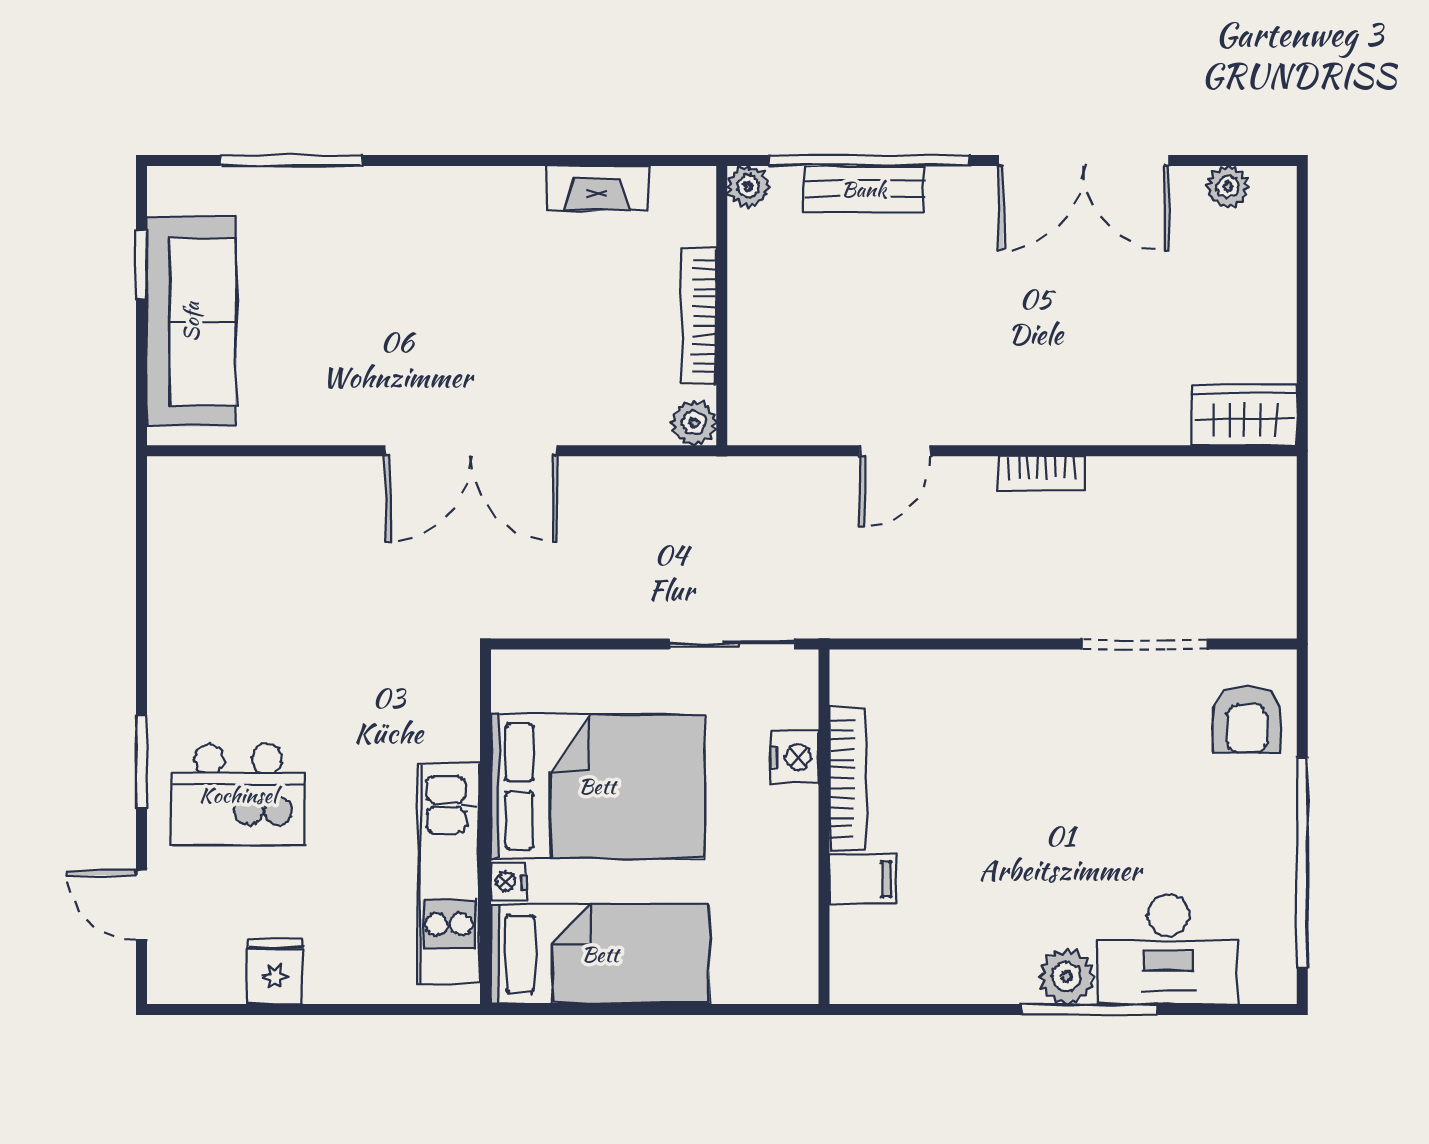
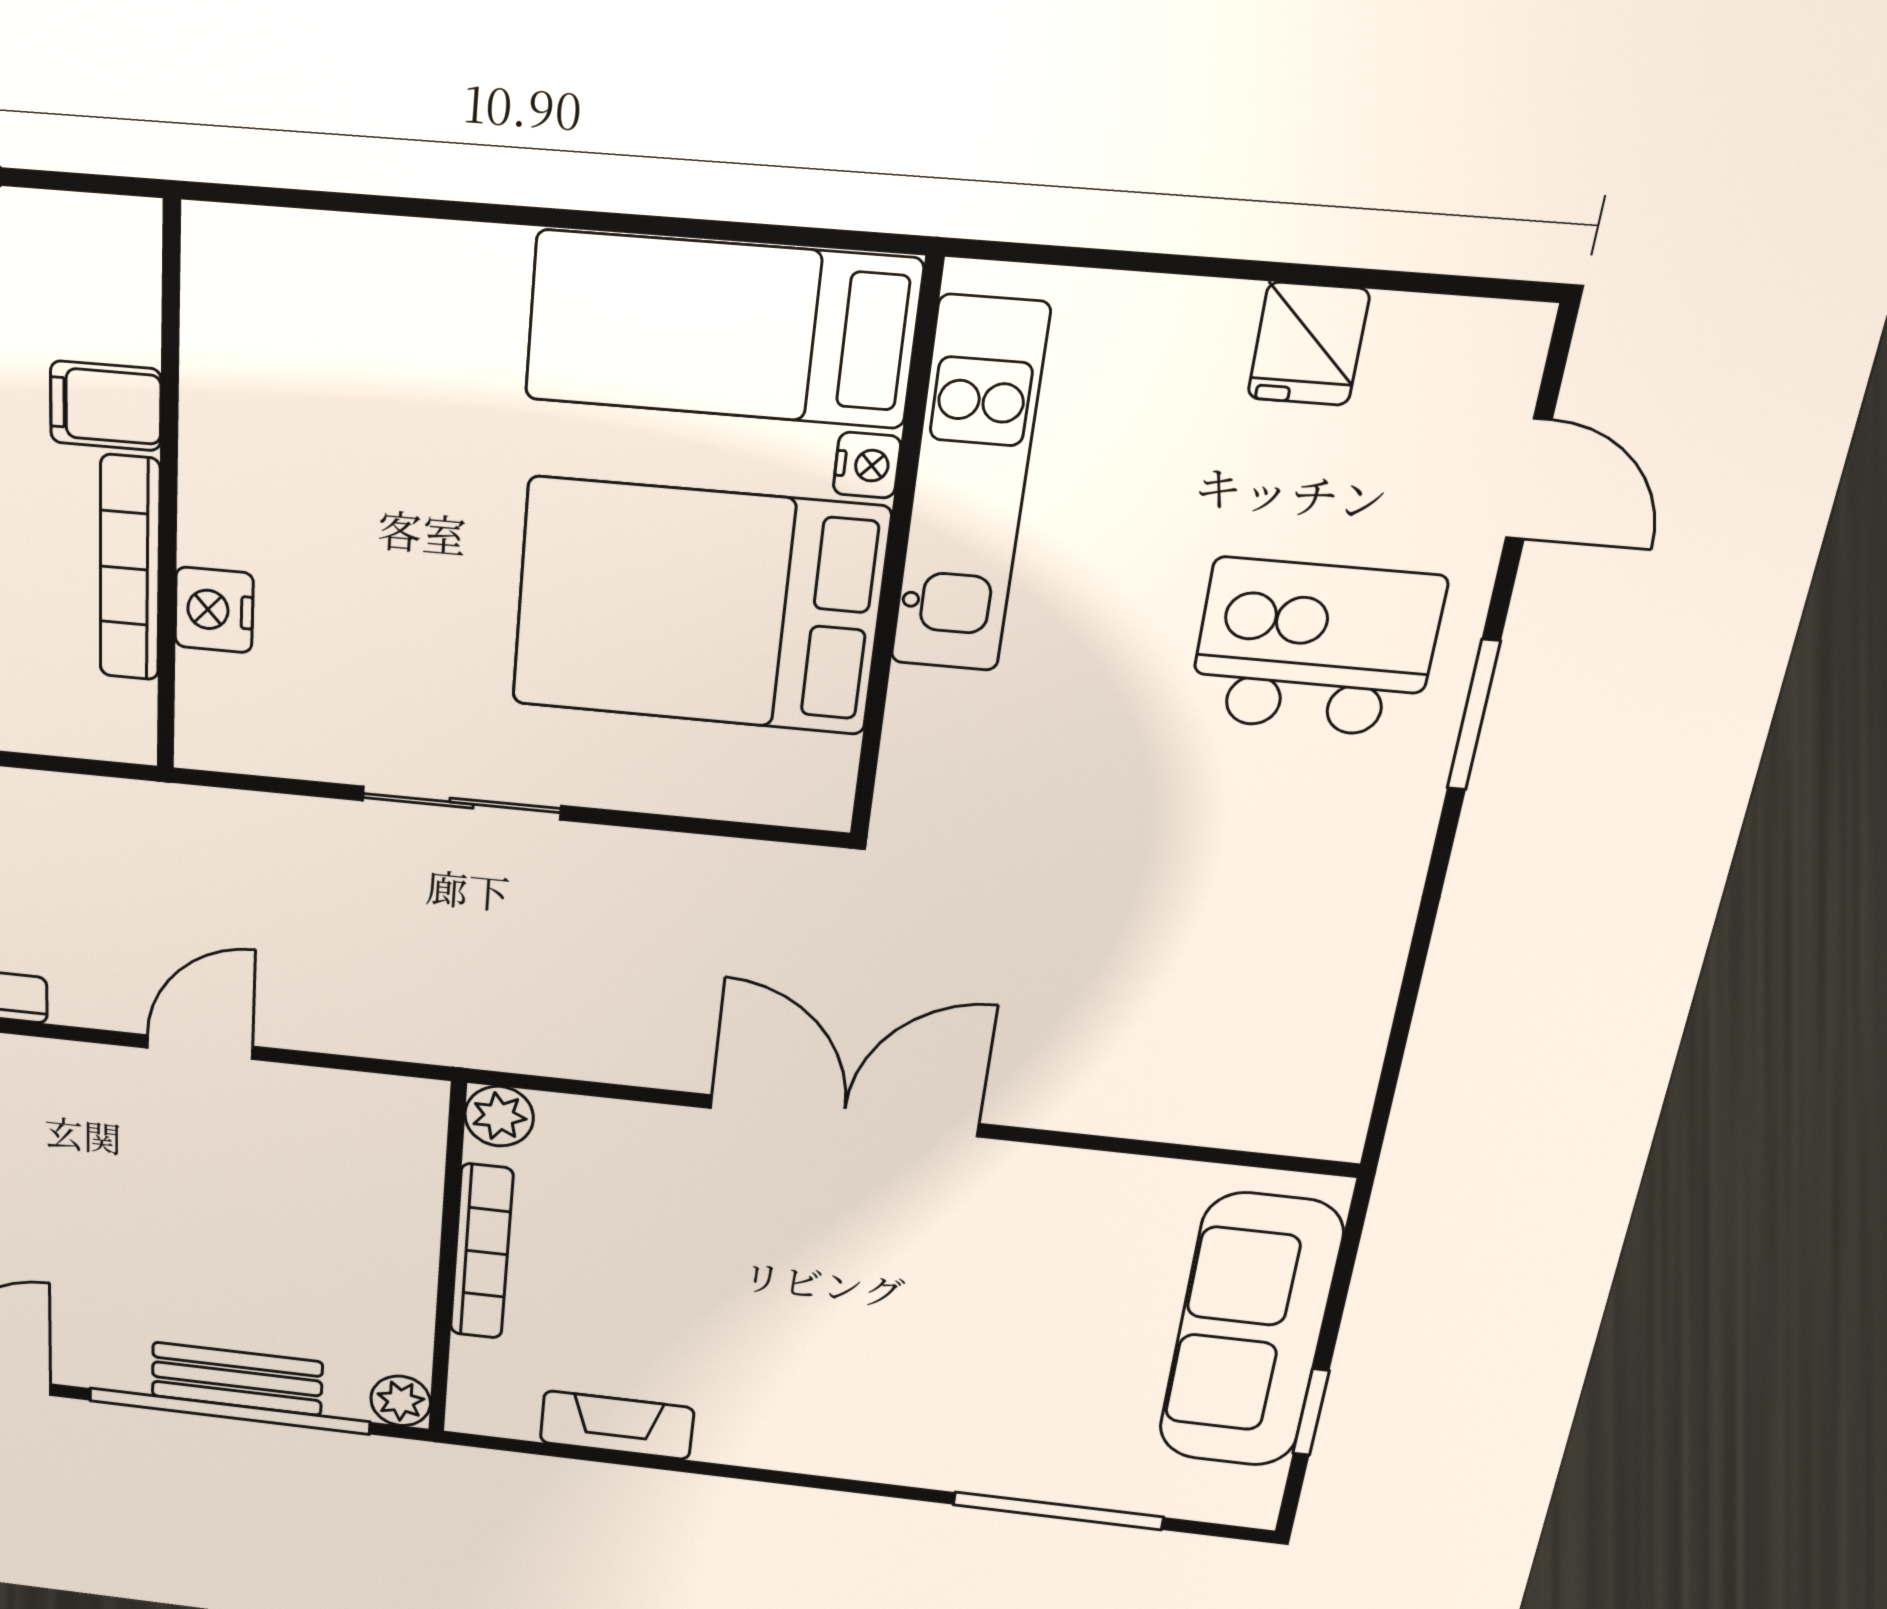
nightstand: (795, 757) -> (214, 610), moved
bookcase: (848, 779) -> (130, 569), moved
wall: (824, 827) -> (169, 496), moved
filing cabinet: (863, 879) -> (106, 406), moved

